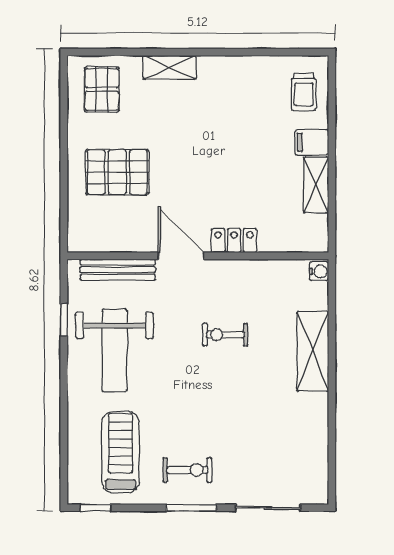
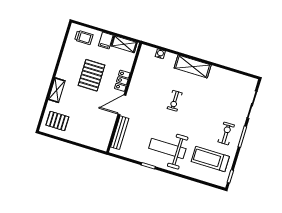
pallet: (117, 172) -> (91, 75), moved
locker: (234, 240) -> (122, 81), moved
door: (181, 256) -> (122, 105), moved
wall: (198, 256) -> (124, 98), moved
bench: (118, 270) -> (120, 133), moved
weight bench: (115, 350) -> (167, 149), turned 180

